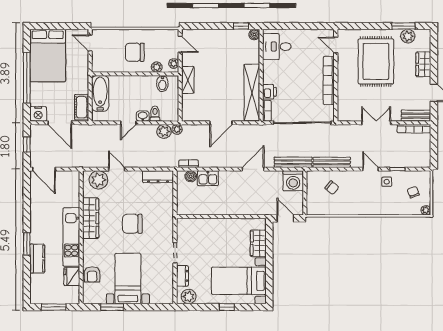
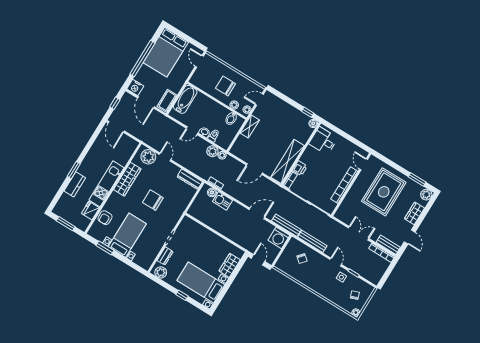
plant: (408, 36) -> (426, 195), moved
door: (180, 44) -> (259, 99), swing flipped

